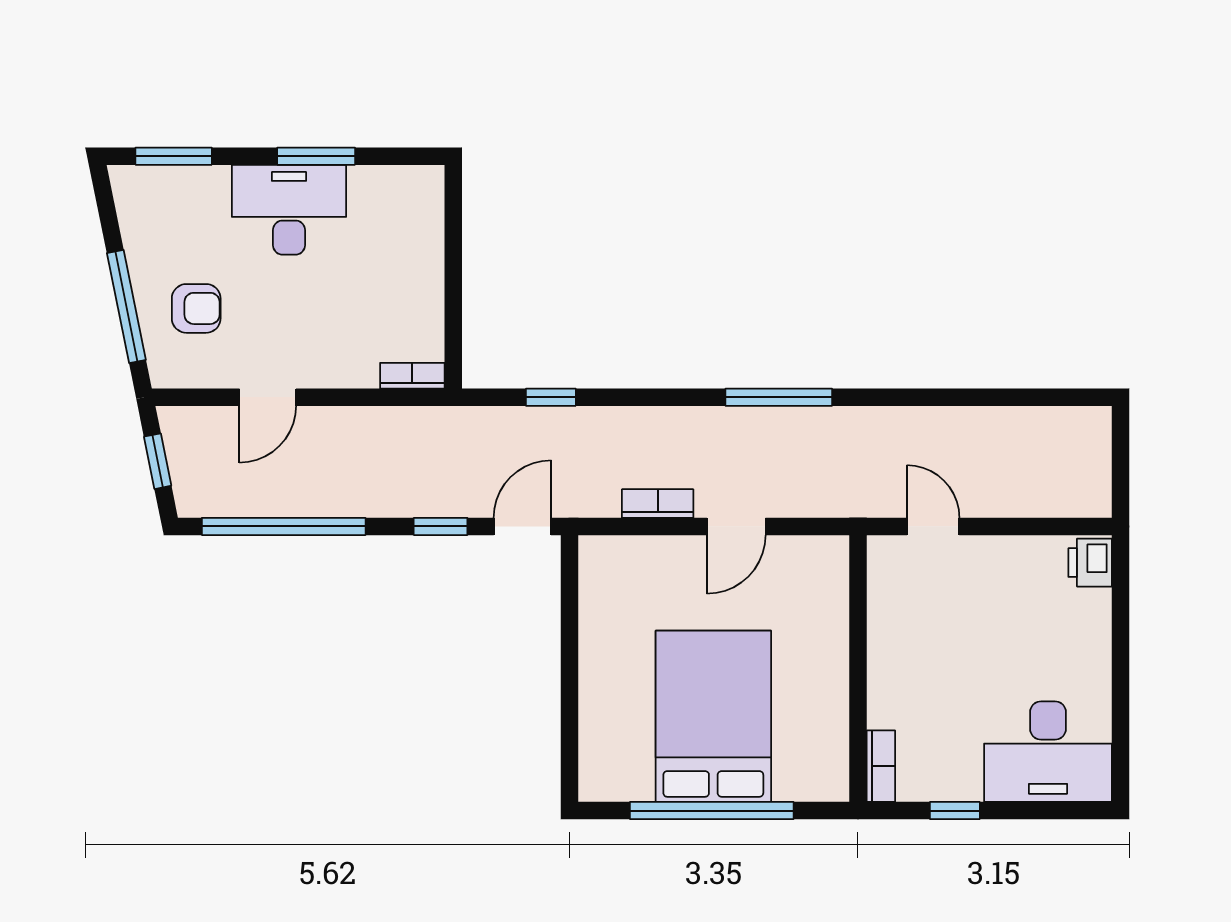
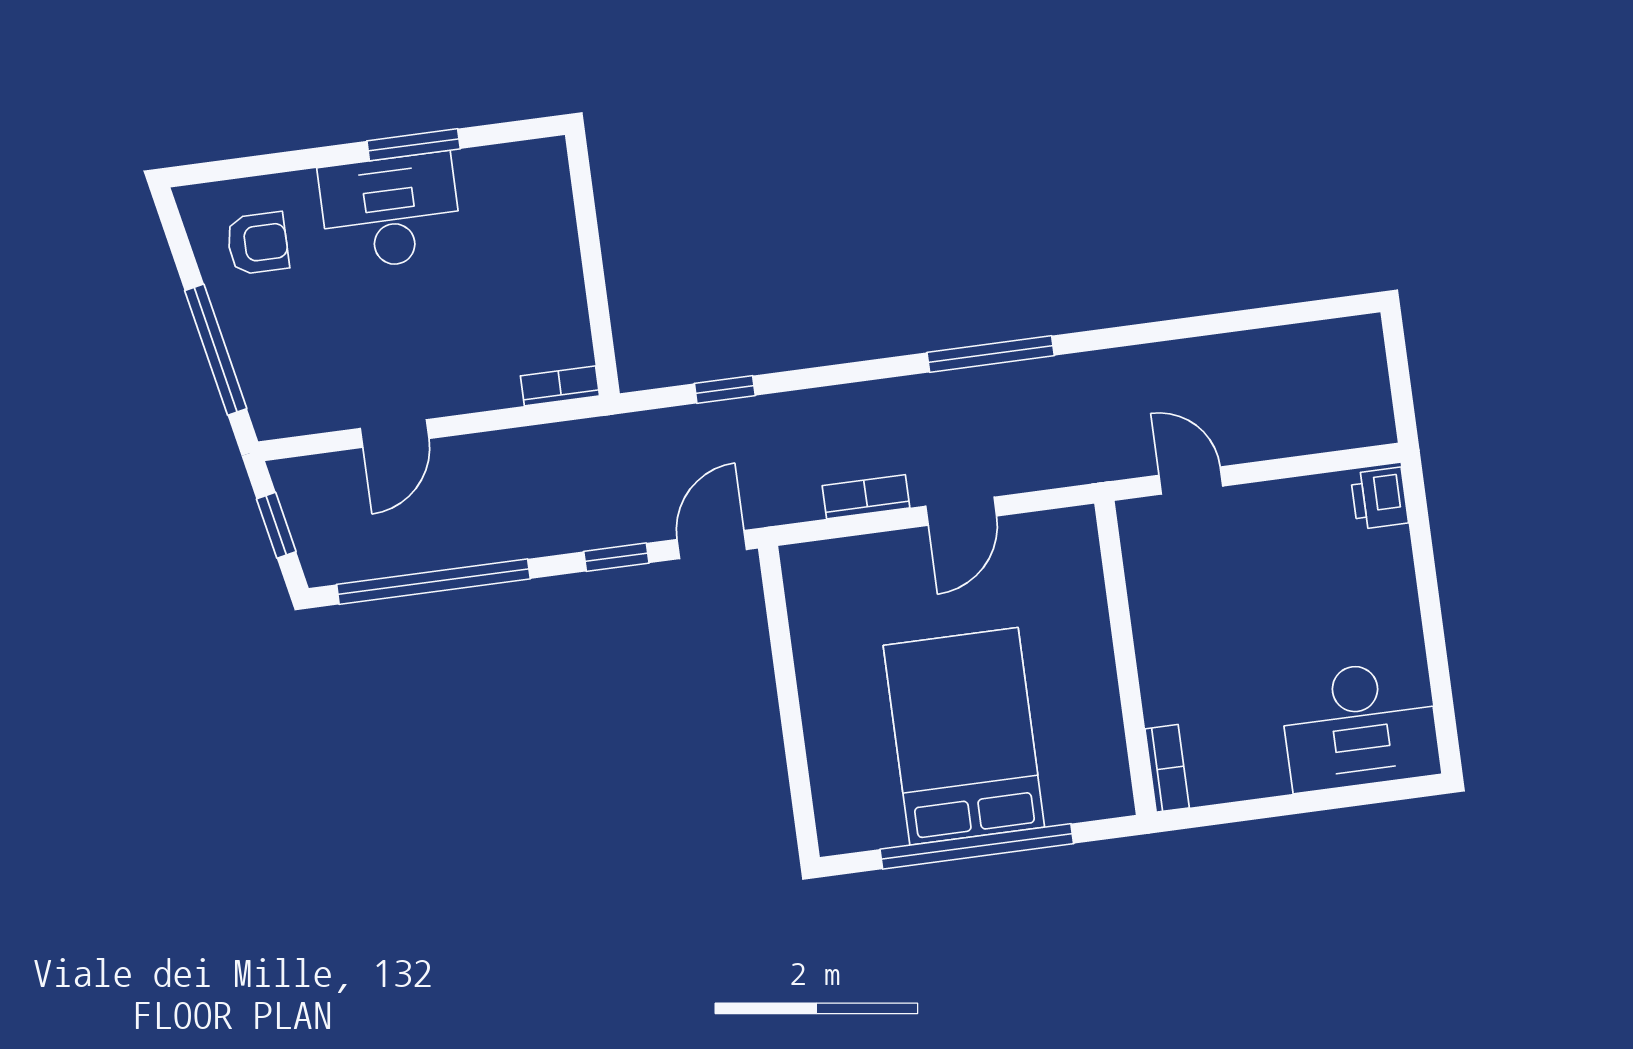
window: (174, 156) -> (247, 167), removed
armchair: (196, 308) -> (258, 243), moved
window: (955, 811) -> (1260, 809), removed

